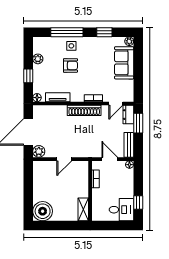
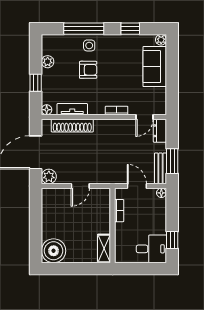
shoe rack: (84, 110) -> (72, 126), moved
window: (138, 123) -> (172, 161), moved

